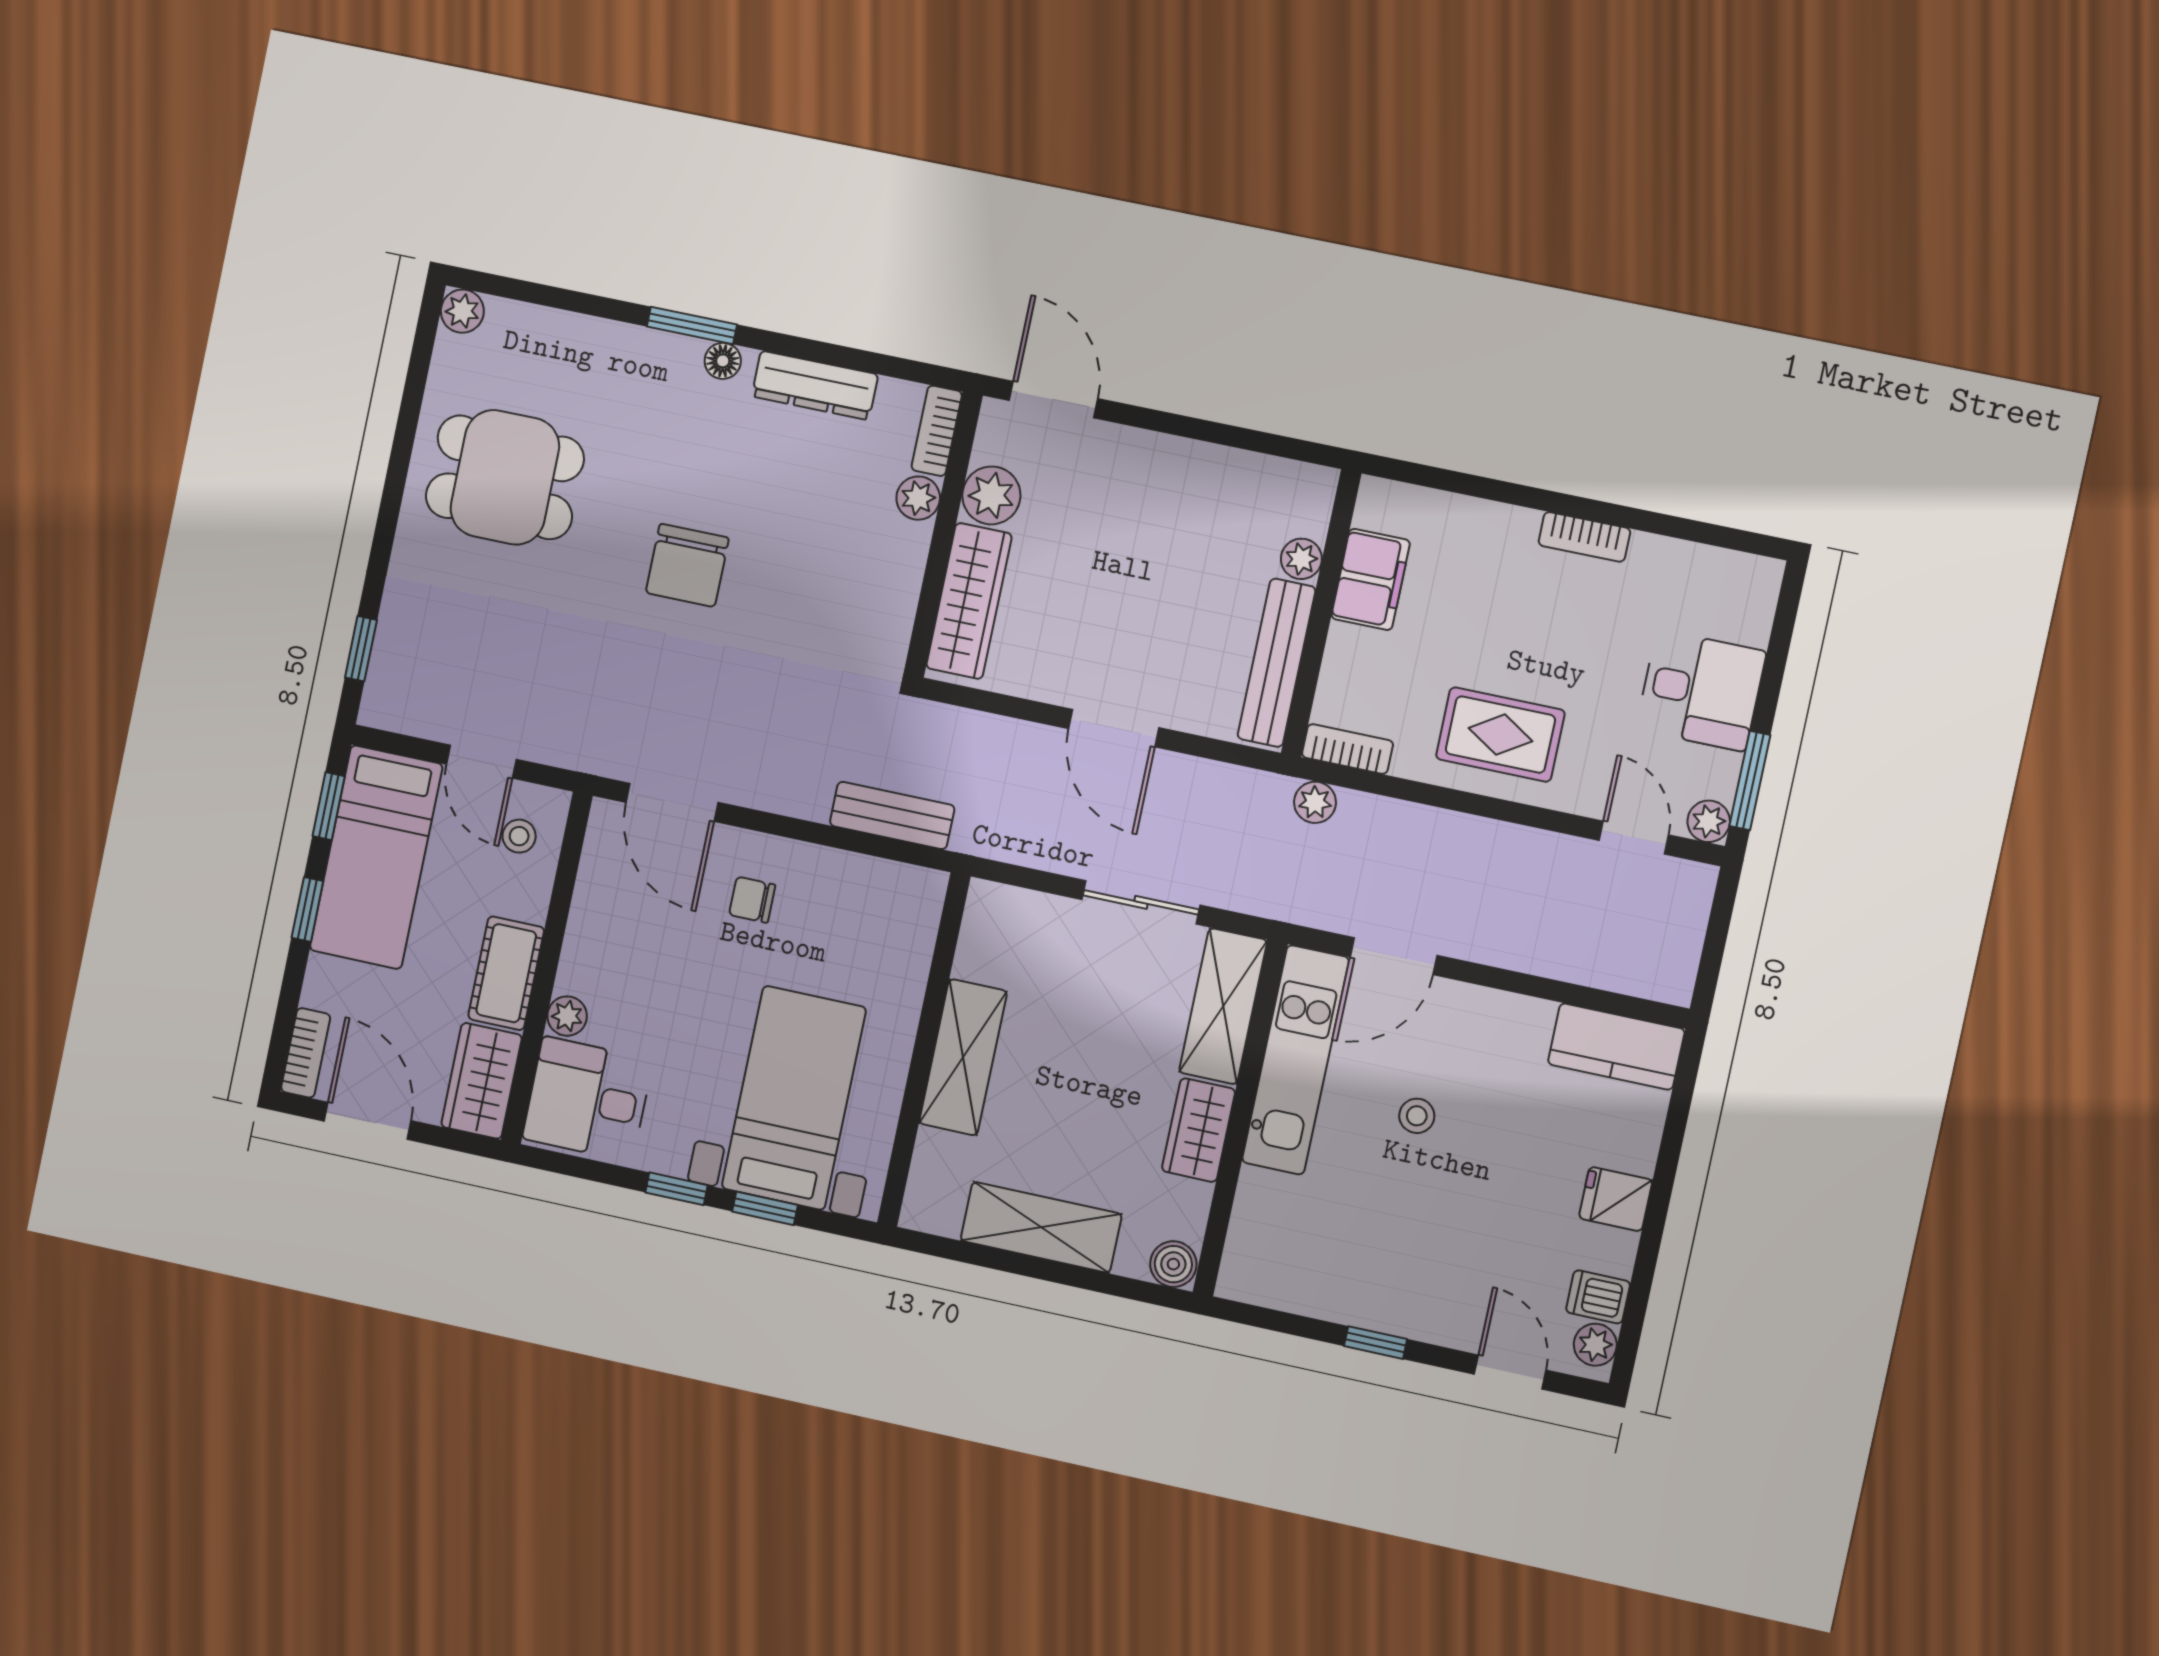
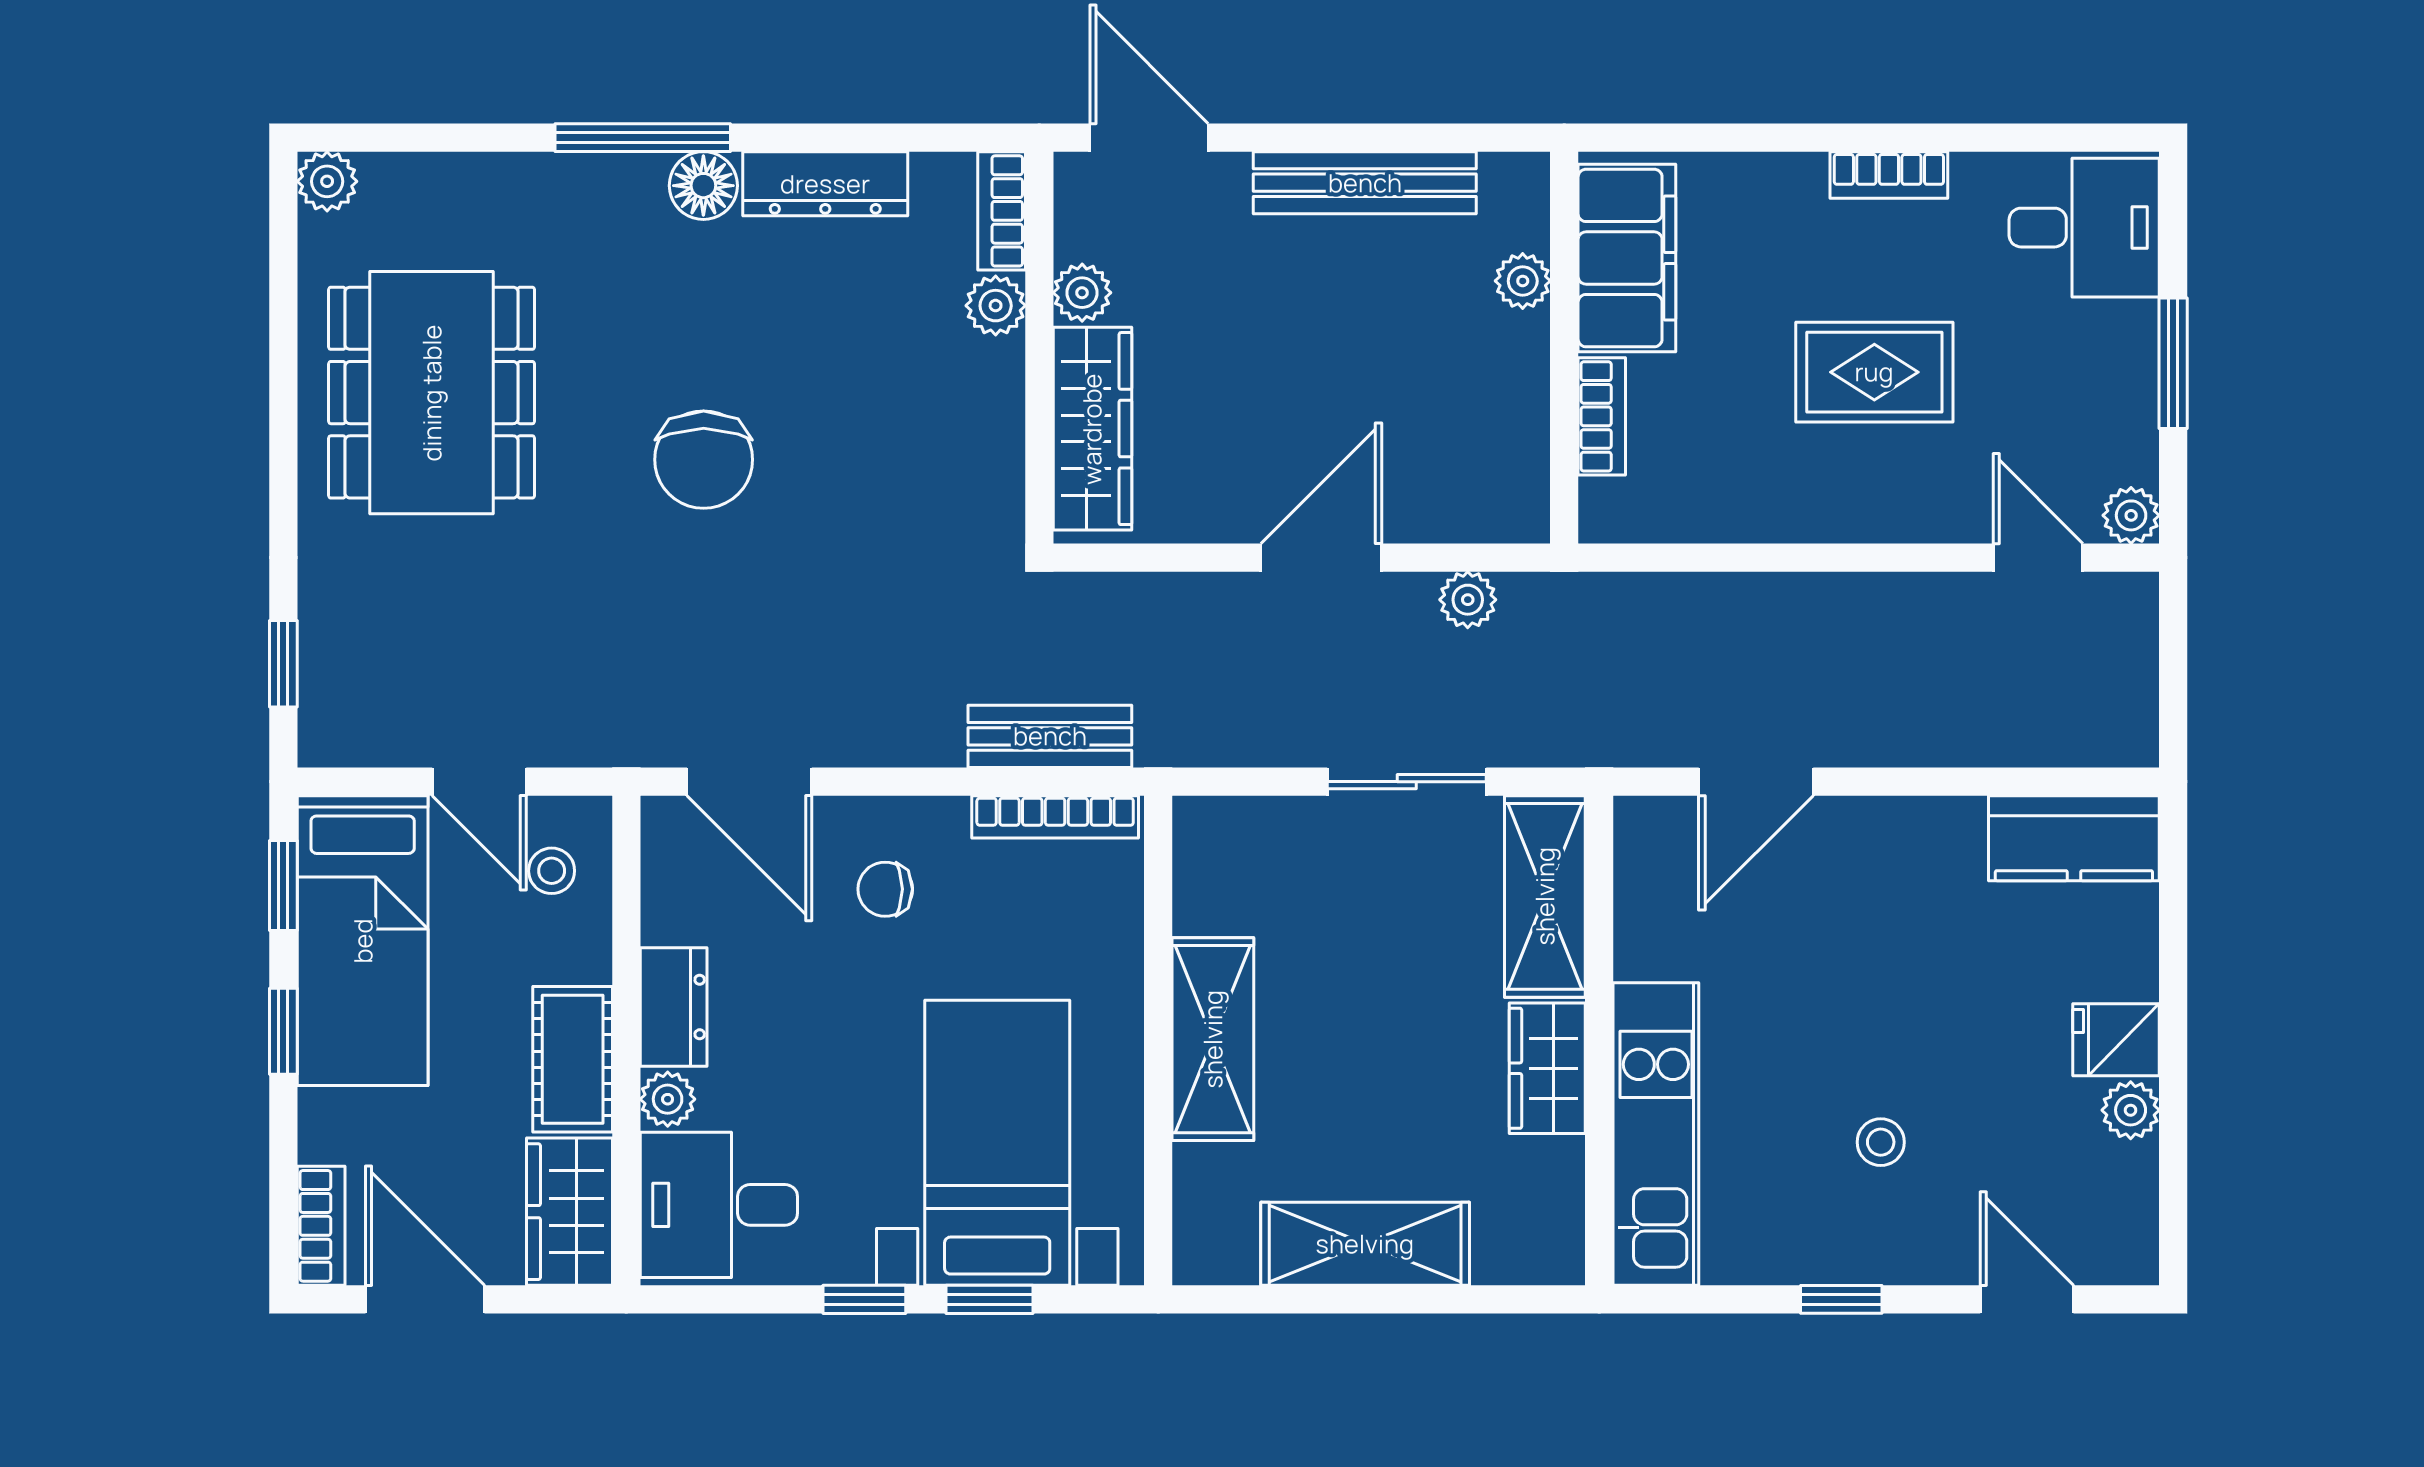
window: (692, 326) -> (643, 138), width x1.44
floor lamp: (723, 361) -> (703, 186), width x1.37, depth x1.37
dining table: (505, 477) -> (432, 393), width x1.38
plant: (991, 495) -> (1082, 293), width x0.73, depth x0.73
filing cabinet: (1371, 579) -> (1627, 258), width x1.50, depth x1.17
bench: (1277, 663) -> (1365, 183), moved, turned 90
desk: (1701, 690) -> (2084, 228), moved
door: (1114, 728) -> (1321, 558), swing flipped
rug: (1500, 735) -> (1874, 372), moved
bookcase: (1347, 749) -> (1602, 416), moved, turned 90
window: (1750, 781) -> (2173, 363), moved
plant: (1315, 802) -> (1468, 600), moved
bookcase: (884, 874) -> (1055, 817), added
dresser: (585, 951) -> (674, 1007), added
kitchen unit: (1296, 1060) -> (1656, 1134), moved
stool: (1417, 1116) -> (1881, 1142), moved
boiler: (1173, 1264) -> (1552, 1254), removed
dishwasher: (1598, 1297) -> (2121, 1174), removed
plant: (1595, 1345) -> (2131, 1110), moved

